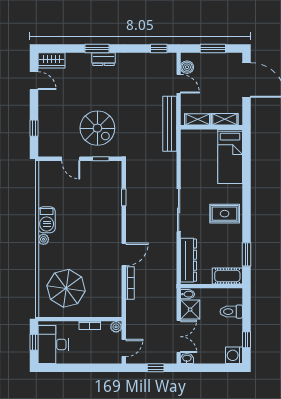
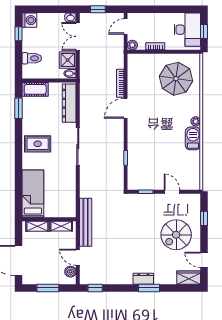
spiral stairs: (97, 128) -> (176, 235), moved, turned -90

